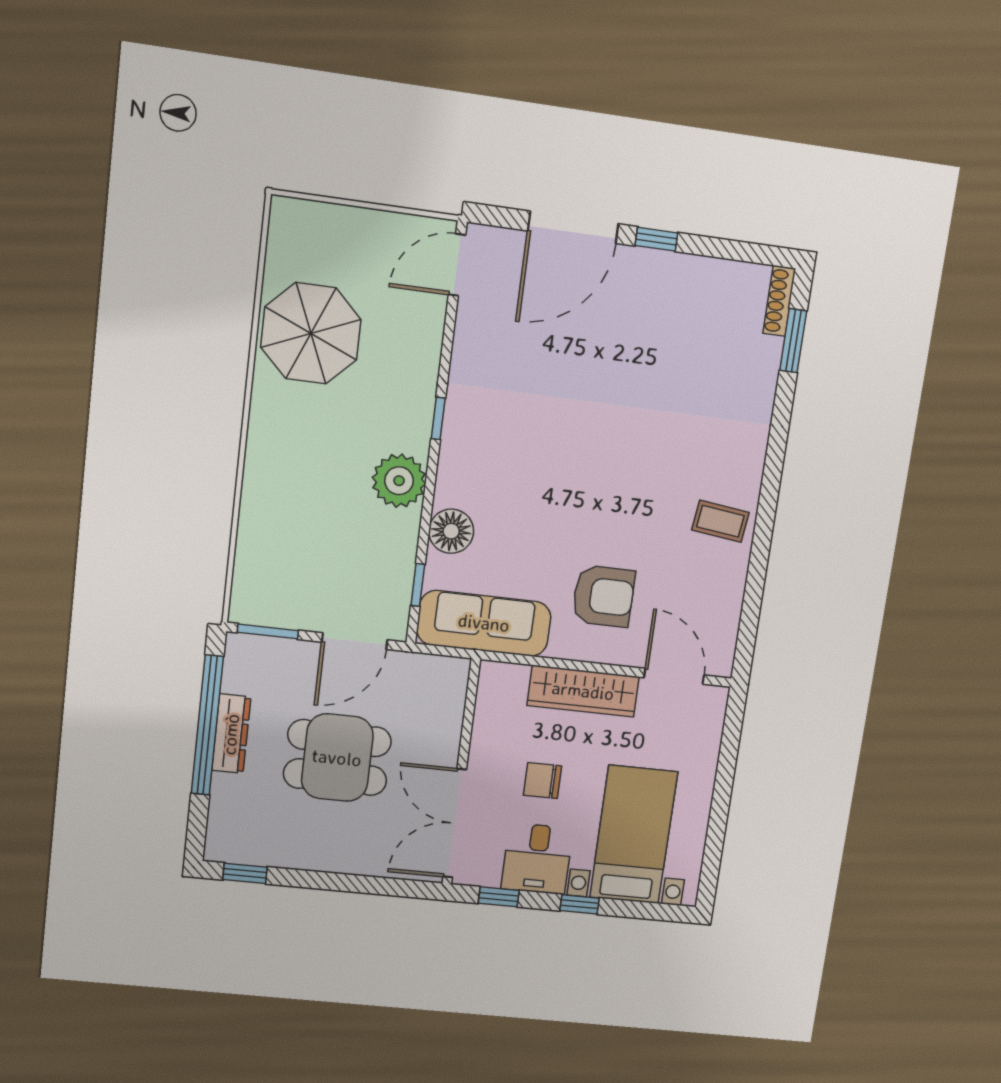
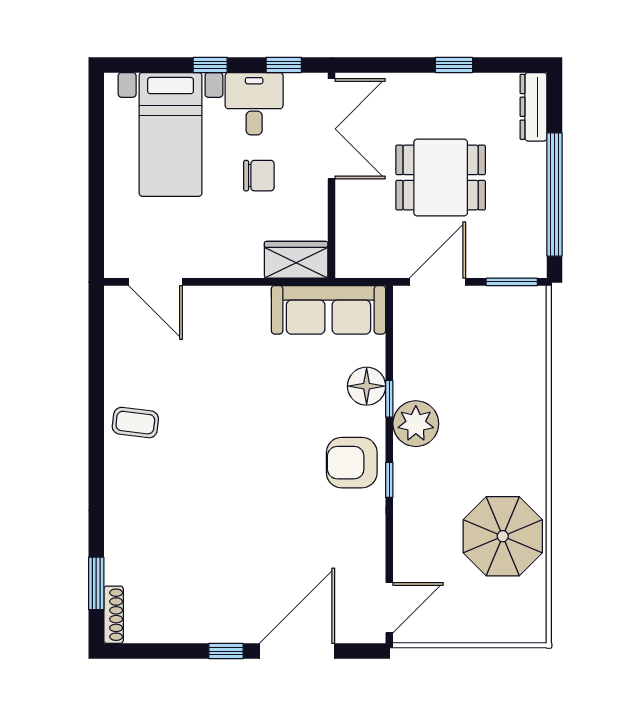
window: (418, 585) -> (389, 399), moved
armchair: (603, 596) -> (352, 463), moved
wardrobe: (583, 691) -> (296, 260), moved, width x0.67
dresser: (231, 734) -> (533, 107), moved
window: (245, 873) -> (454, 65), moved

